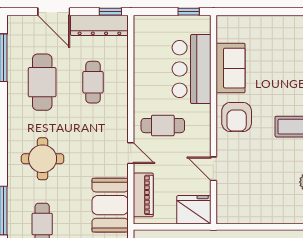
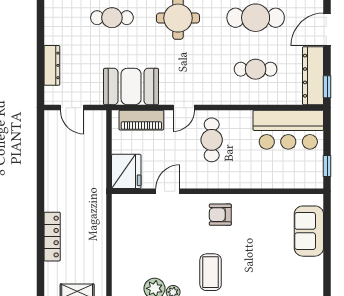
sofa: (230, 68) -> (309, 231), moved, turned 90
bar counter: (192, 69) -> (288, 130), moved, turned 180
armchair: (237, 117) -> (220, 215), width x0.72, depth x0.72

